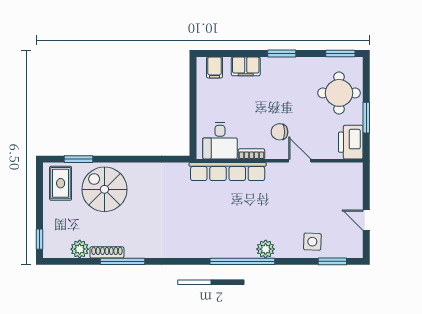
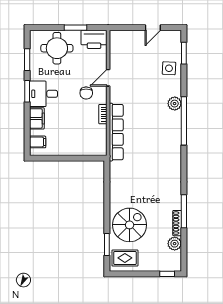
window: (340, 54) -> (27, 60), moved
desk: (220, 141) -> (44, 94), moved, turned 180
spiral stairs: (104, 189) -> (130, 225), turned 180

